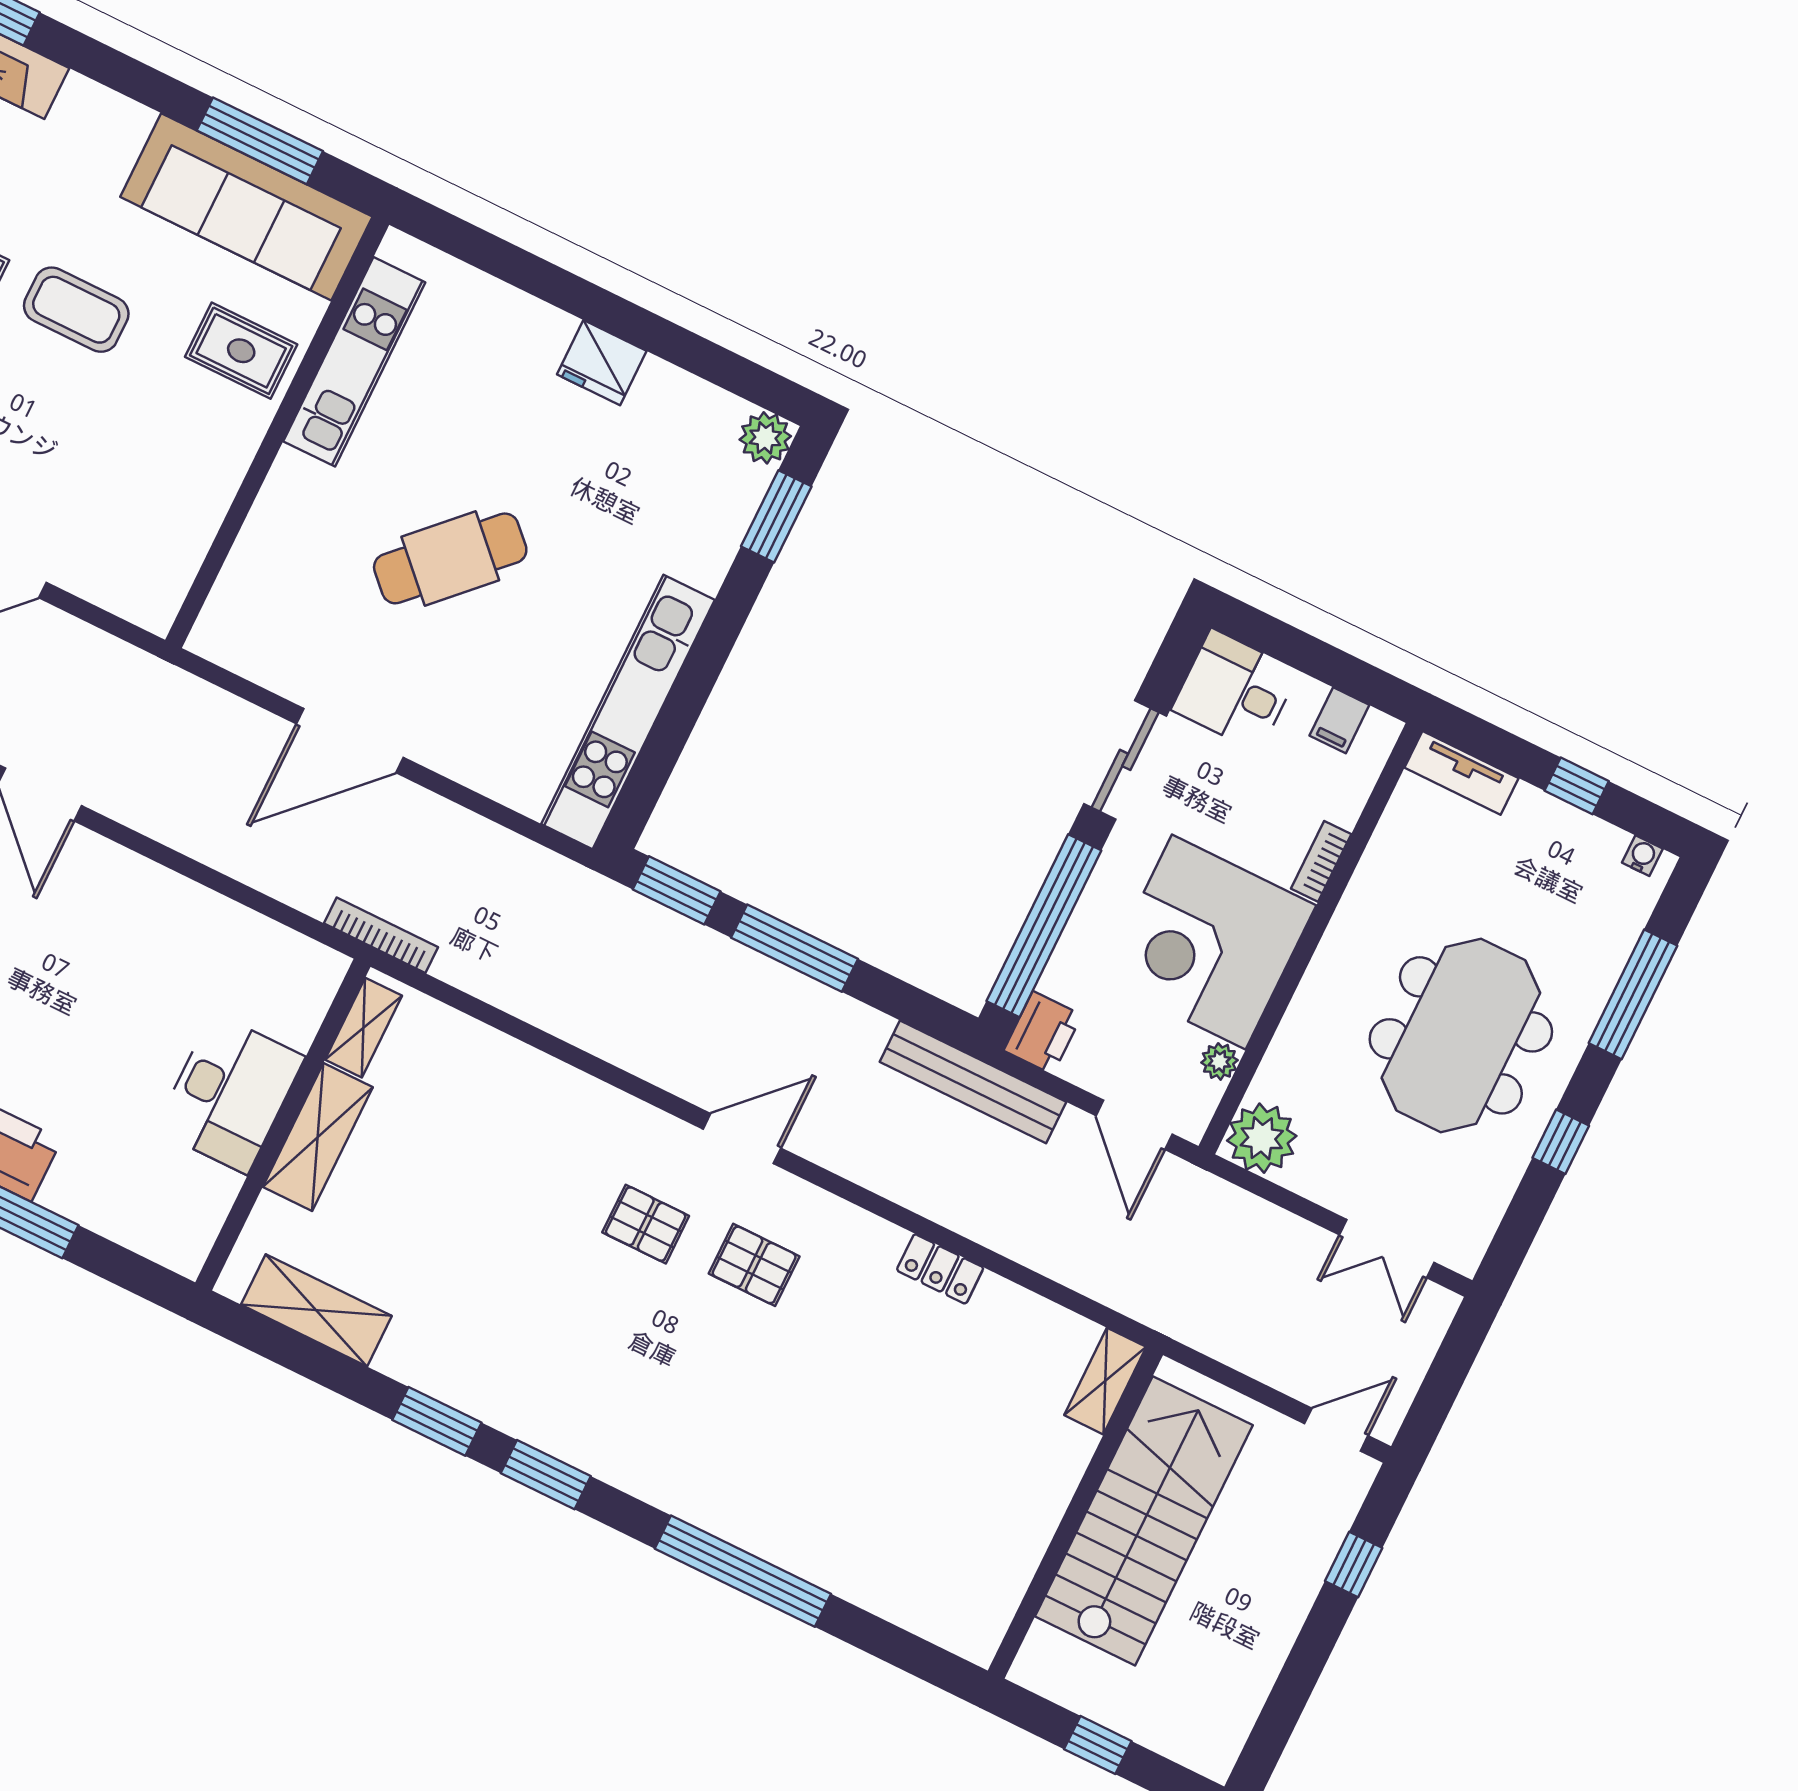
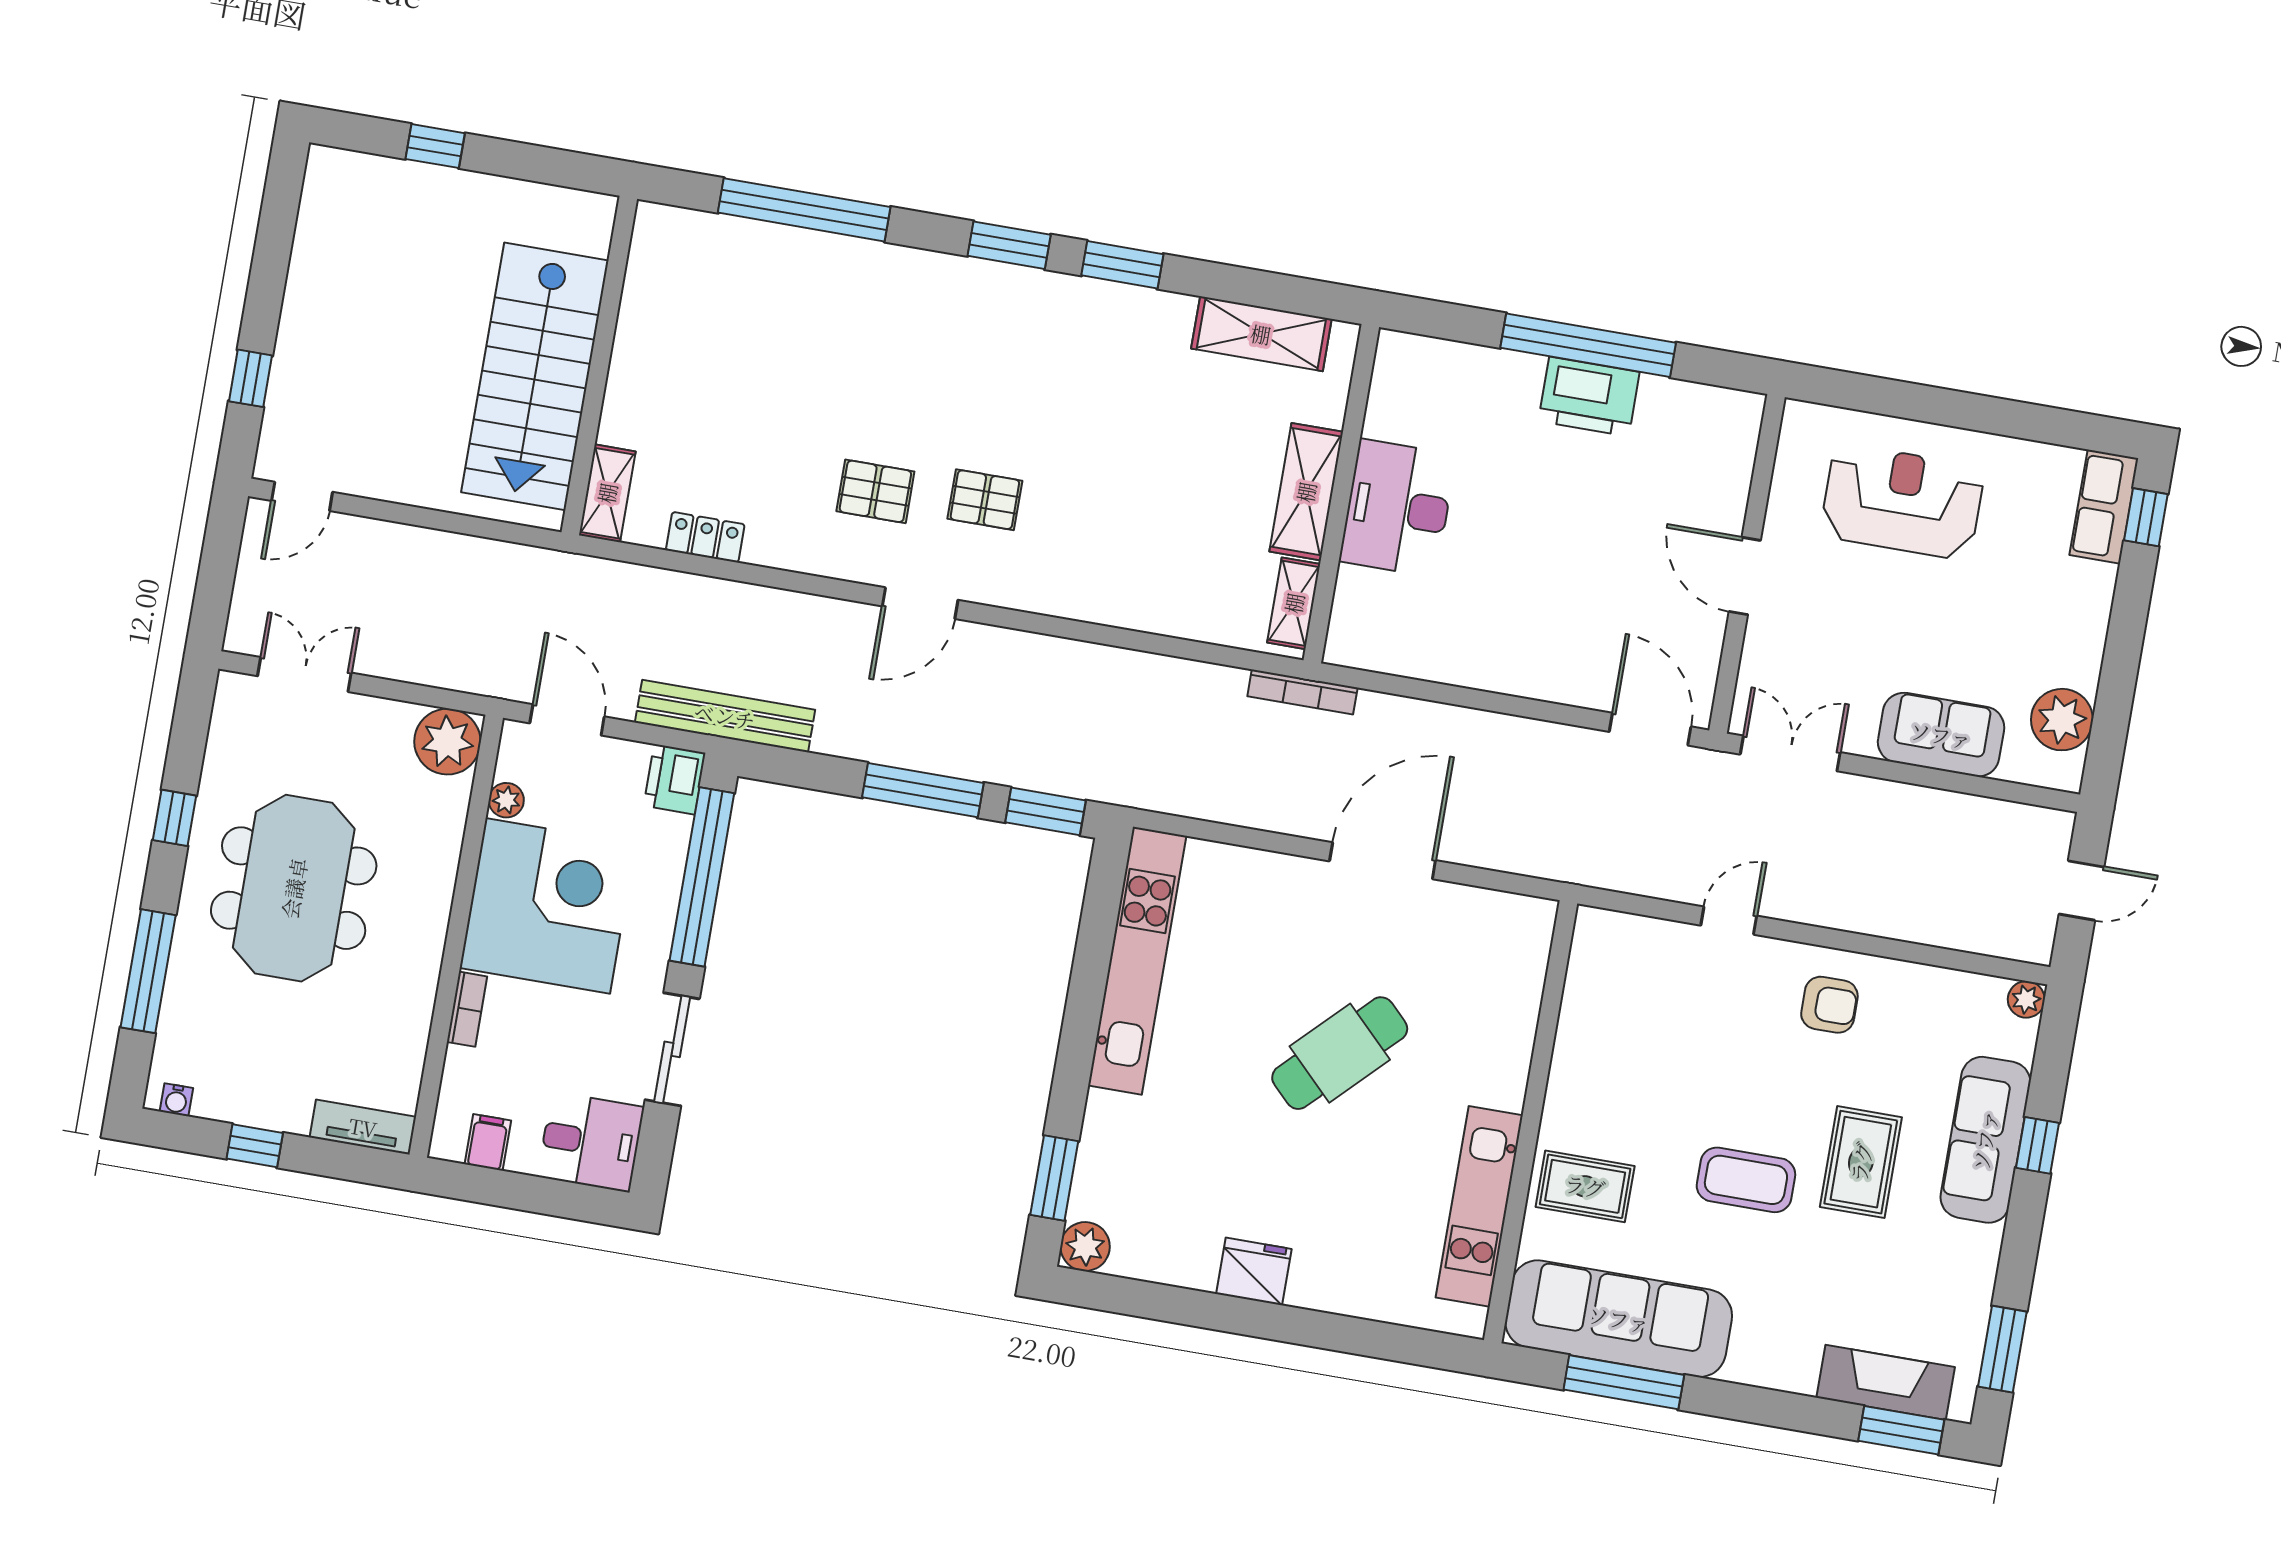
shelving: (1105, 1381) -> (607, 493), moved
wall: (1075, 1513) -> (599, 366), moved
stairs: (1144, 1521) -> (535, 376), moved

